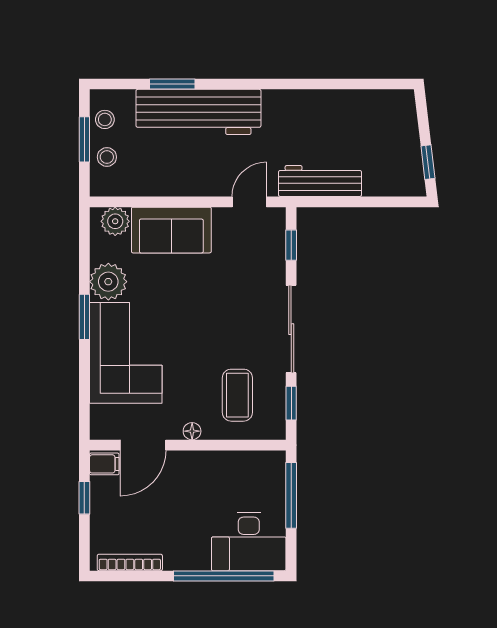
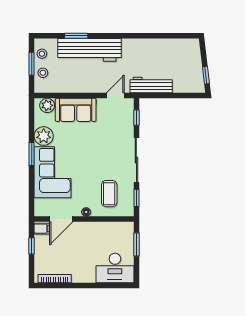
window: (291, 495) -> (136, 245), width x0.69
window: (224, 576) -> (102, 285), removed

